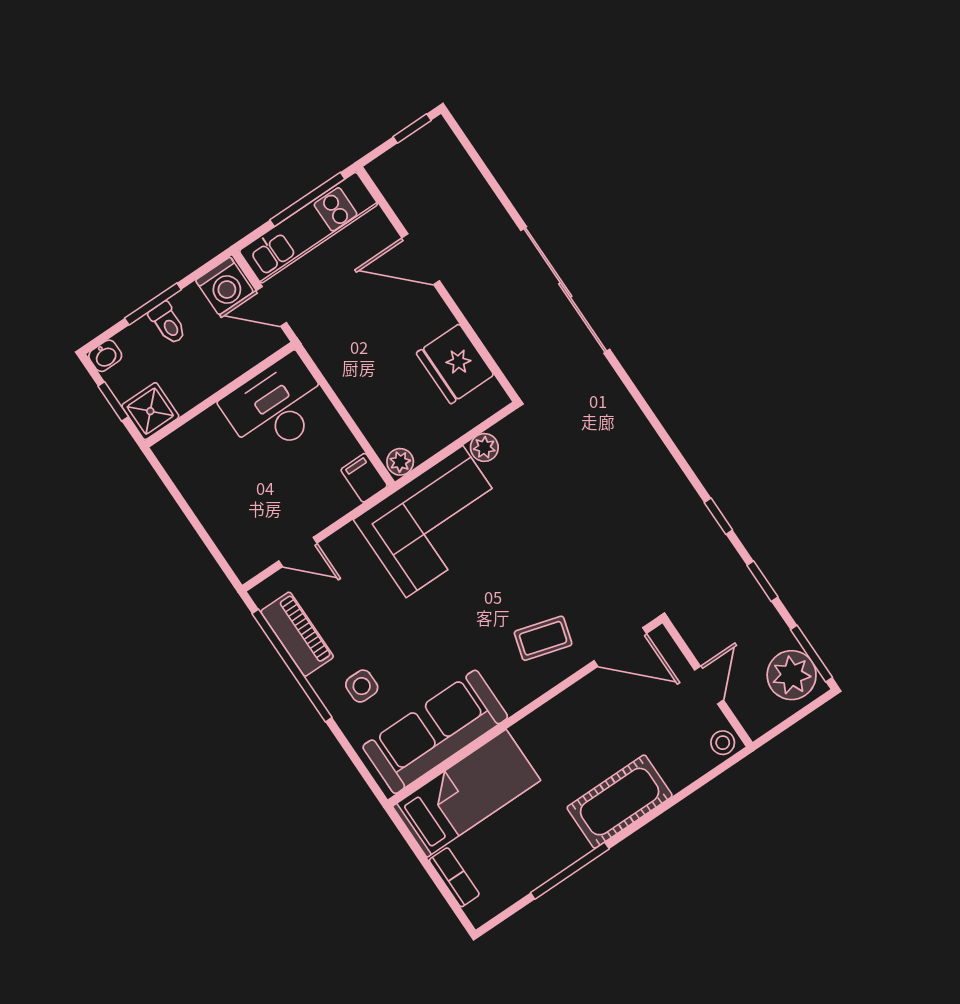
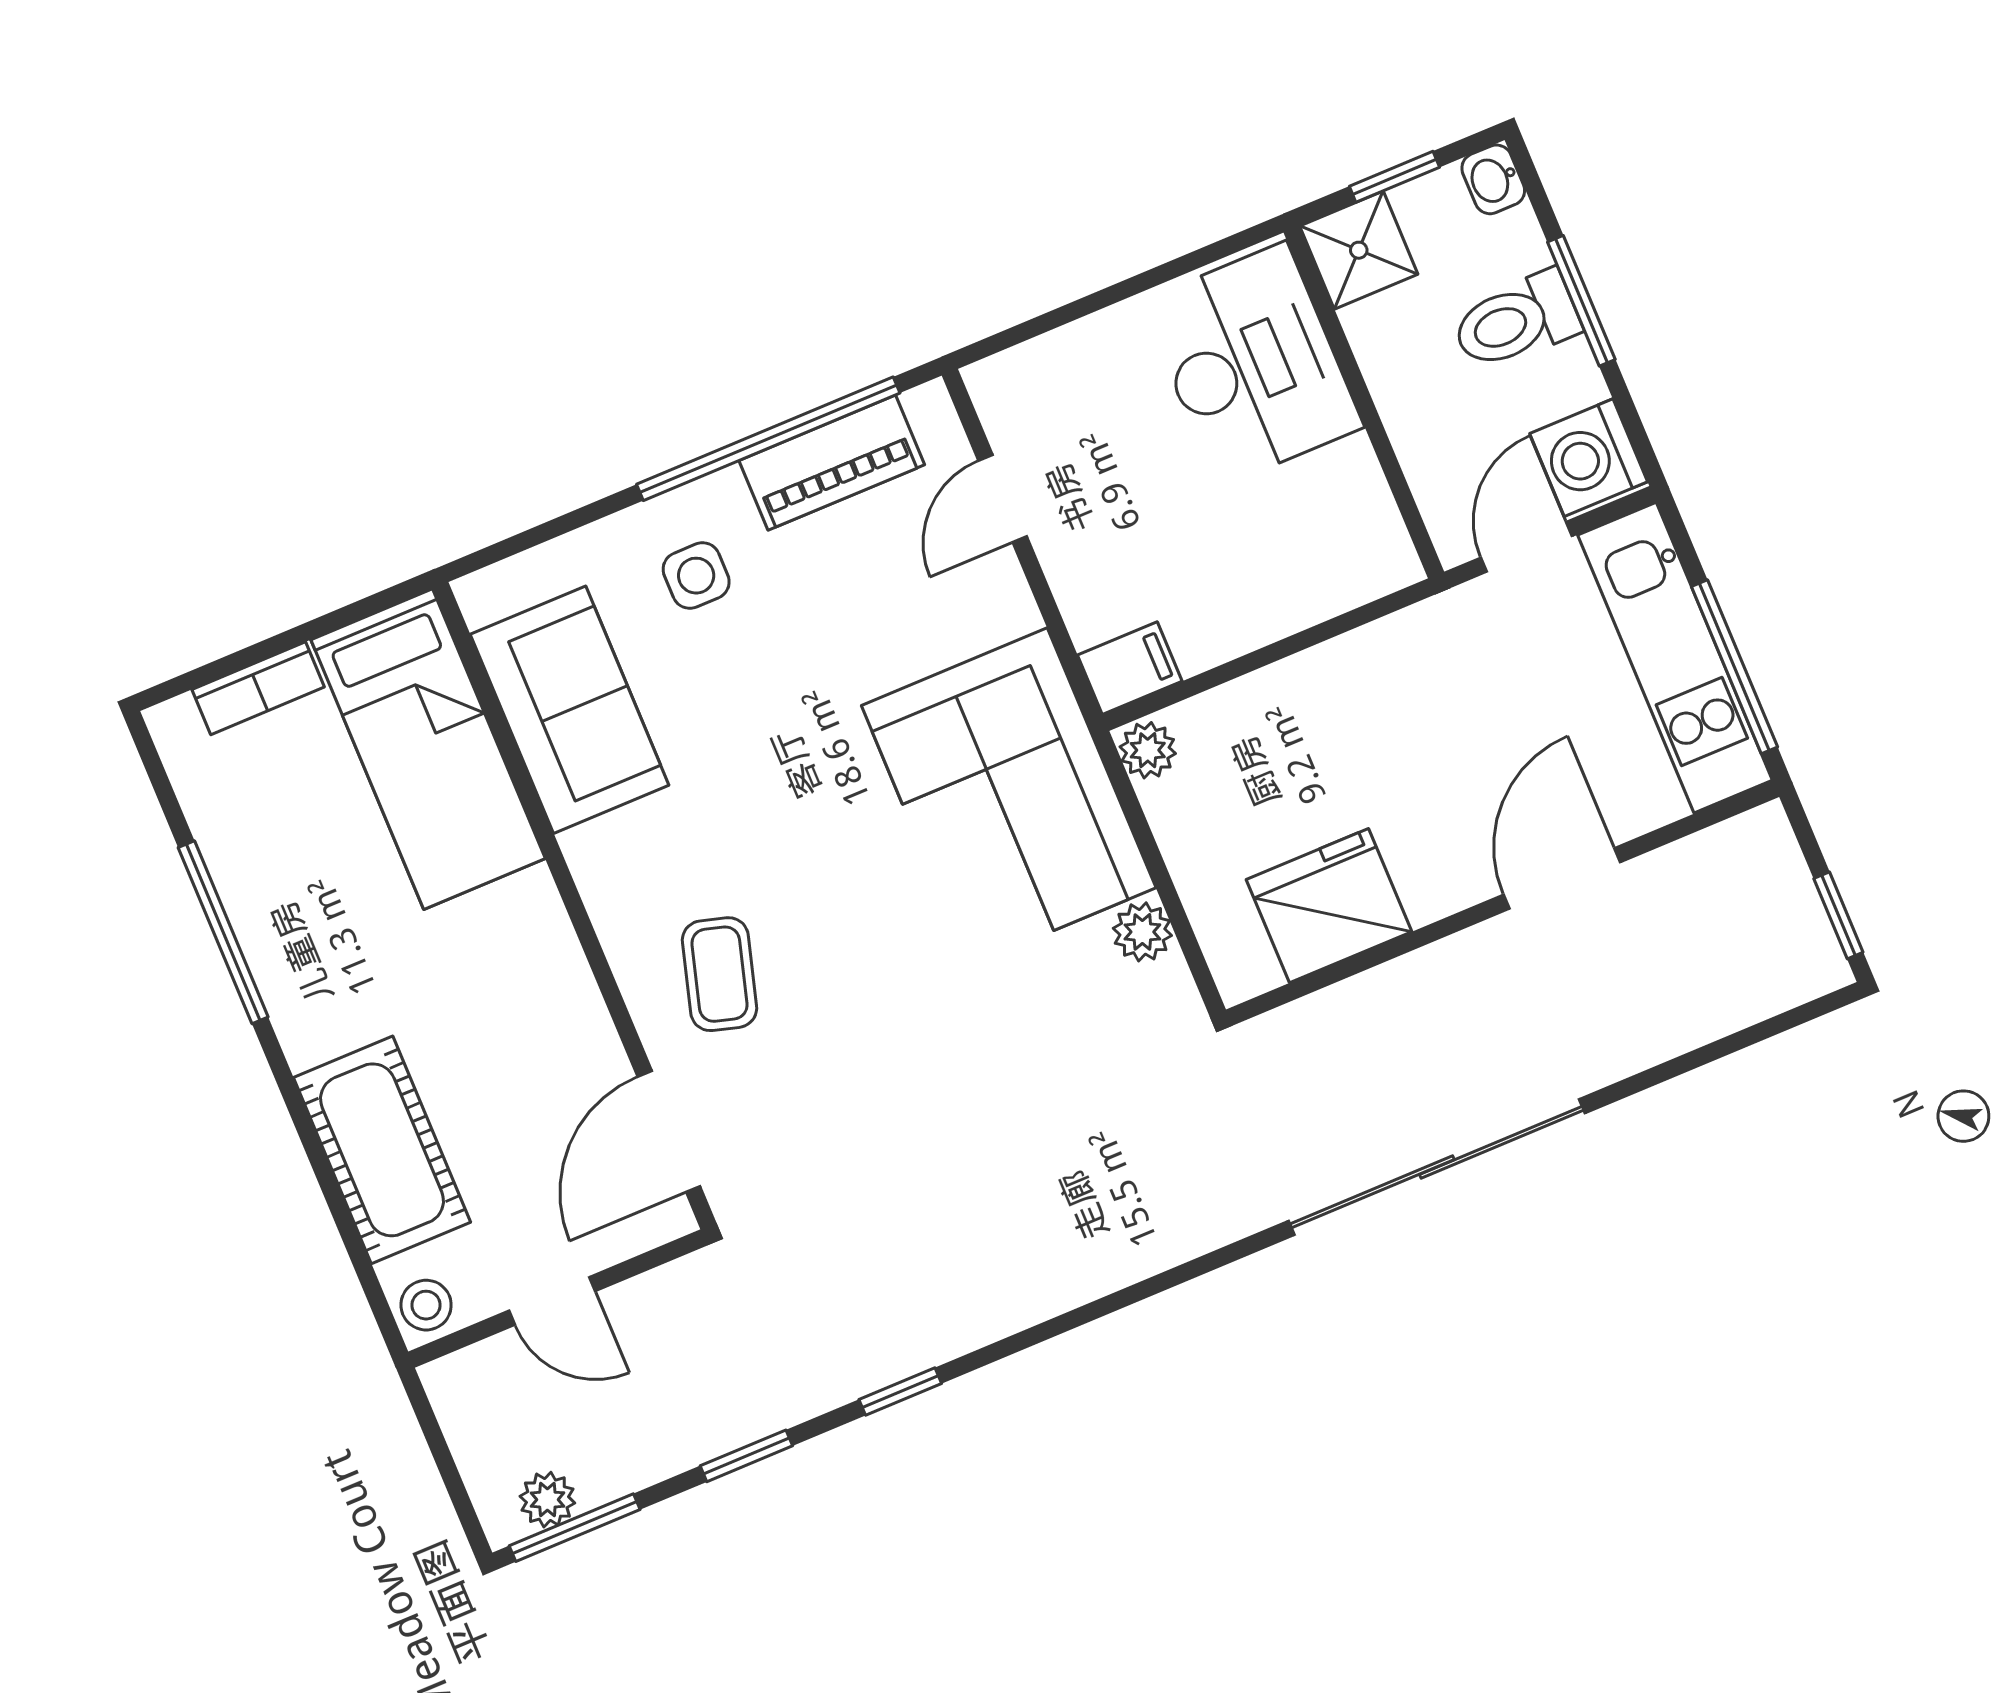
toilet: (168, 323) -> (1516, 321), width x1.37, depth x1.39
desk: (277, 406) -> (1252, 364), moved
plant: (792, 675) -> (547, 1500), width x0.53, depth x0.53
sofa: (435, 732) -> (570, 710), width x0.73
cot: (620, 802) -> (382, 1150), moved

